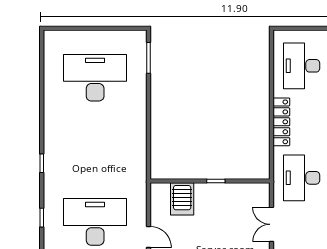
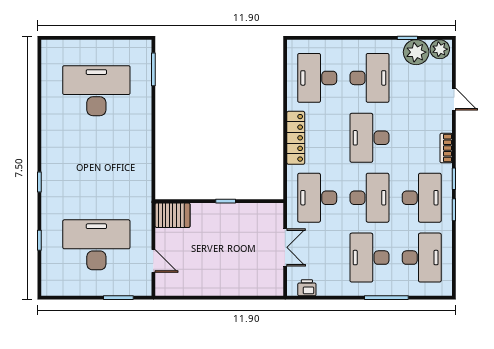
server rack: (182, 199) -> (173, 215), moved, turned -90
double door: (272, 224) -> (285, 247), swing flipped

